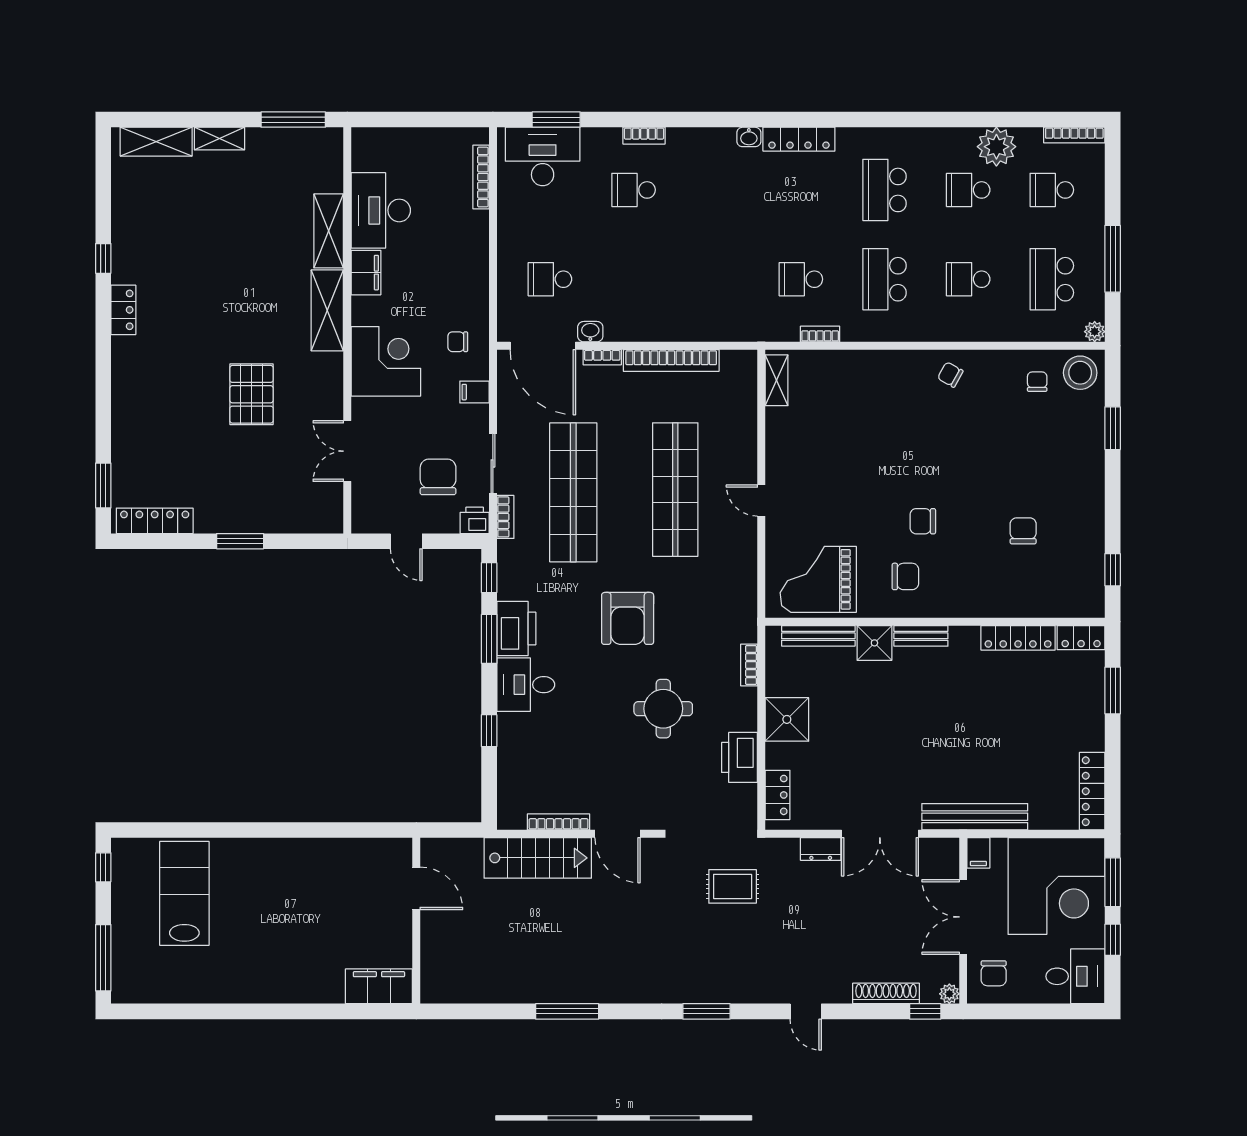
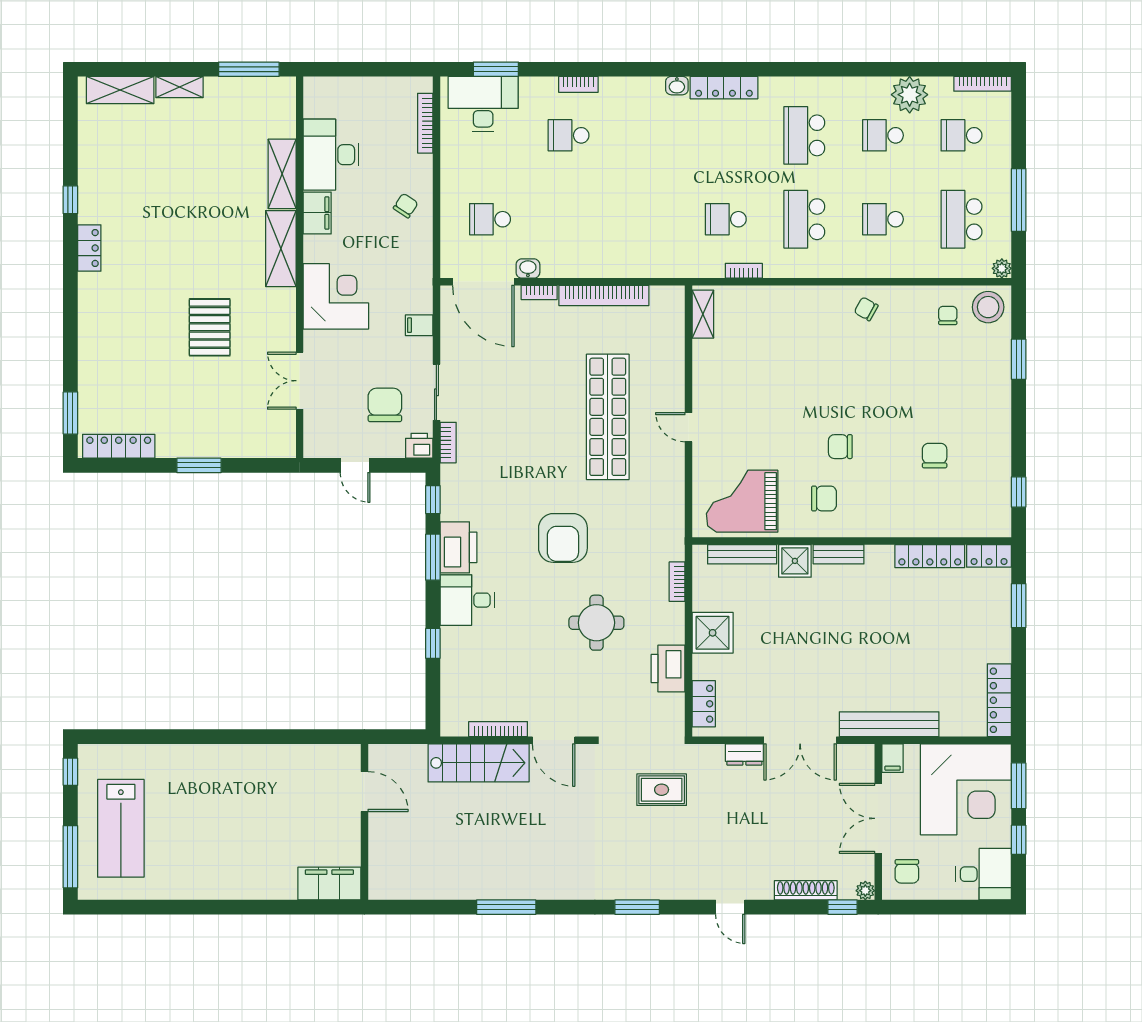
chair: (458, 342) -> (406, 206), moved, turned 123
shop shelf: (573, 492) -> (512, 419), removed
lab bench: (184, 893) -> (121, 828), moved, turned 180

